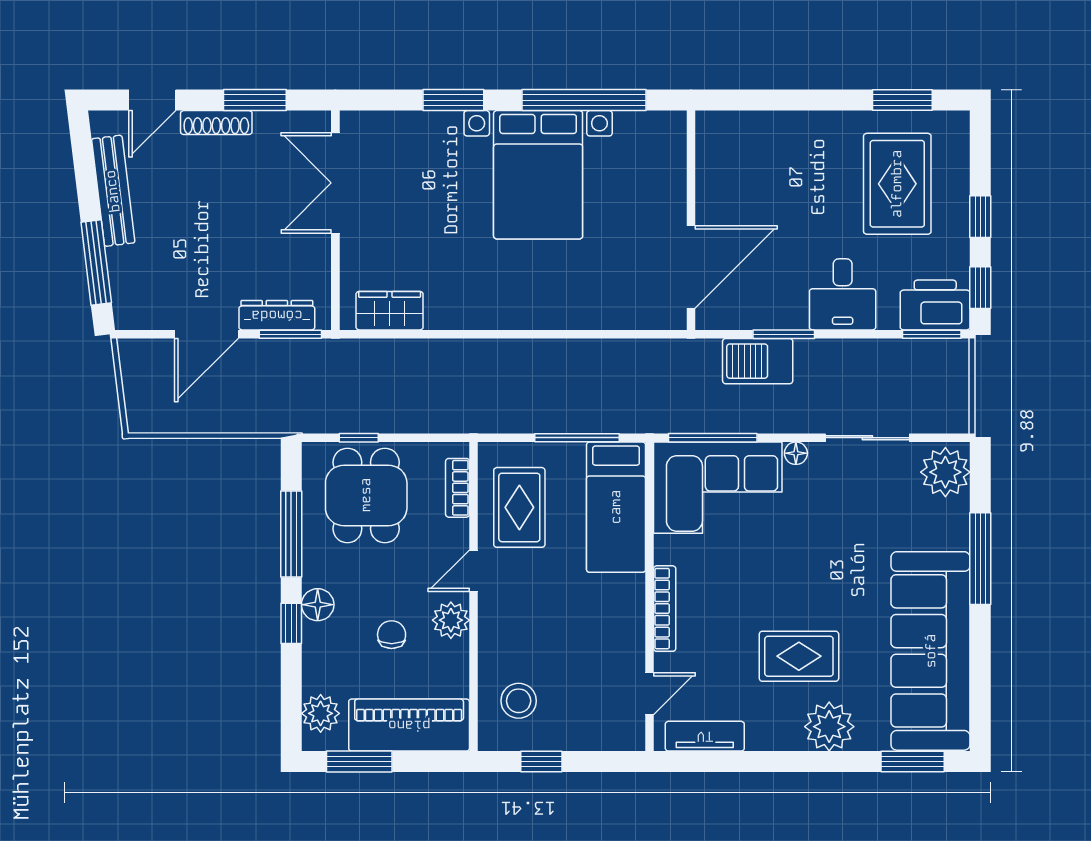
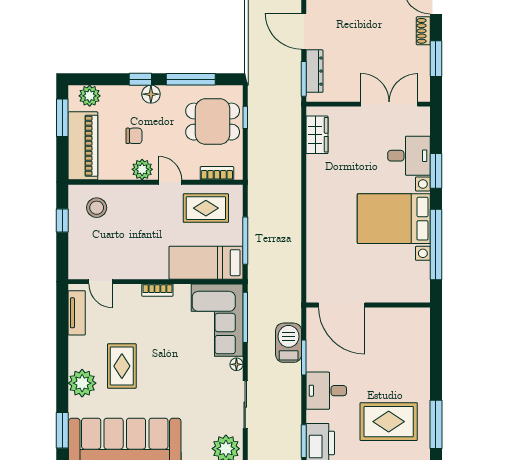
window: (902, 100) -> (436, 424), width x1.44
shoe rack: (216, 123) -> (423, 31), width x0.70
desk: (427, 148) -> (409, 156), added
bookcase: (665, 609) -> (157, 290), width x0.64

